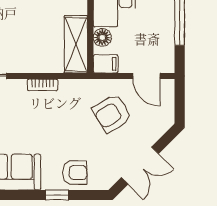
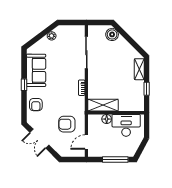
filing cabinet: (106, 64) -> (93, 121), removed
armchair: (112, 113) -> (67, 124), turned -59
window: (57, 195) -> (24, 85), moved

